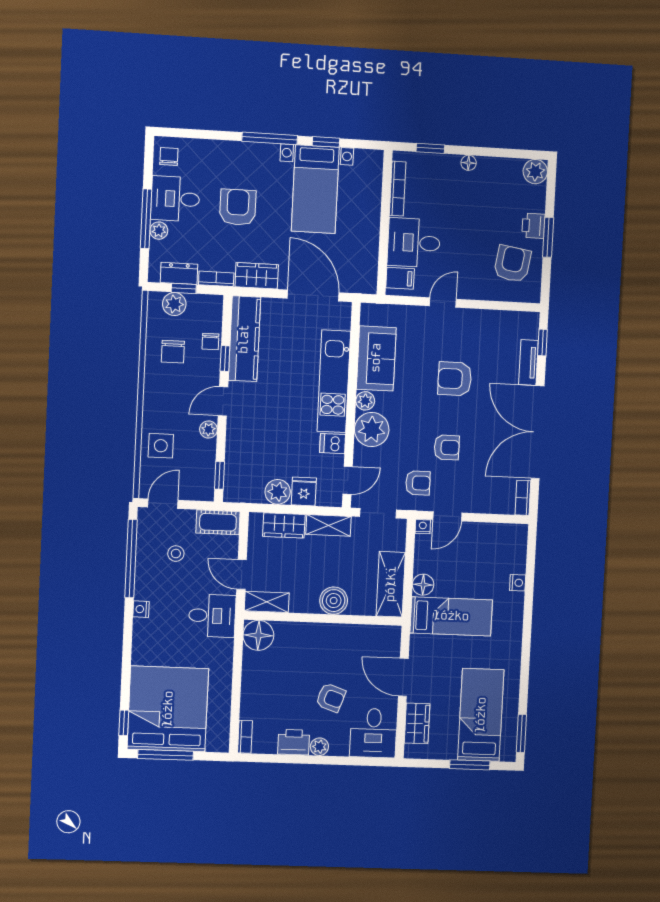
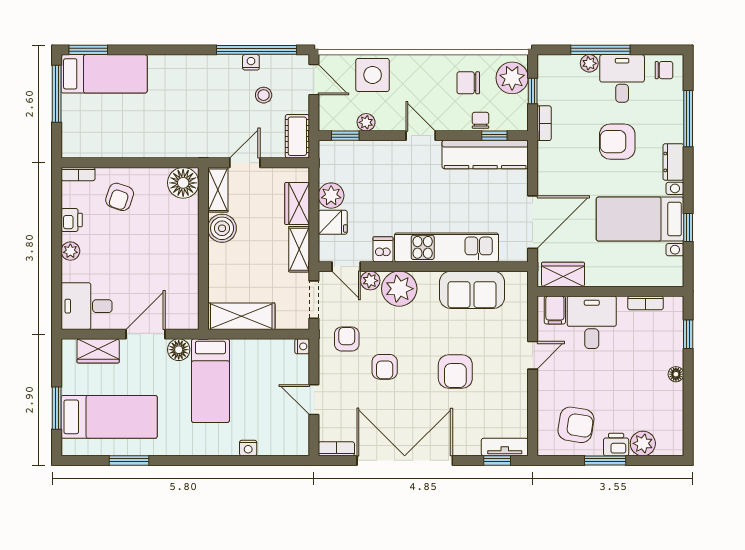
window: (270, 138) -> (688, 119), moved
plant: (535, 172) -> (643, 443), moved
bookcase: (398, 189) -> (646, 303), width x0.64
armchair: (238, 207) -> (617, 142), turned 180
dresser: (179, 273) -> (673, 162), moved, turned 180
wardrobe: (257, 276) -> (563, 274), moved, turned -90
door: (443, 303) -> (533, 355), hinge flipped
plant: (174, 304) -> (512, 78), width x1.36, depth x1.36
chair: (210, 342) -> (480, 120), turned 90
window: (225, 359) -> (494, 136), moved
tv unit: (528, 363) -> (505, 447), moved
armchair: (455, 379) -> (455, 372), turned 180
plant: (365, 401) -> (370, 281), moved
plant: (208, 430) -> (366, 122), moved
side table: (161, 446) -> (373, 75), width x1.37, depth x1.37
armchair: (418, 483) -> (347, 339), turned 180
door: (447, 516) -> (314, 400), moved
floor lamp: (423, 585) -> (179, 350), moved
boiler: (334, 601) -> (222, 228), moved
nightstand: (141, 609) -> (251, 62), moved
desk: (212, 616) -> (201, 135), removed
armchair: (331, 698) -> (120, 197), moved
bed: (168, 709) -> (104, 74), width x0.49
window: (124, 723) -> (88, 50), width x1.50
window: (521, 733) -> (129, 460), moved
printer: (294, 742) -> (72, 220), width x0.73, depth x0.81

